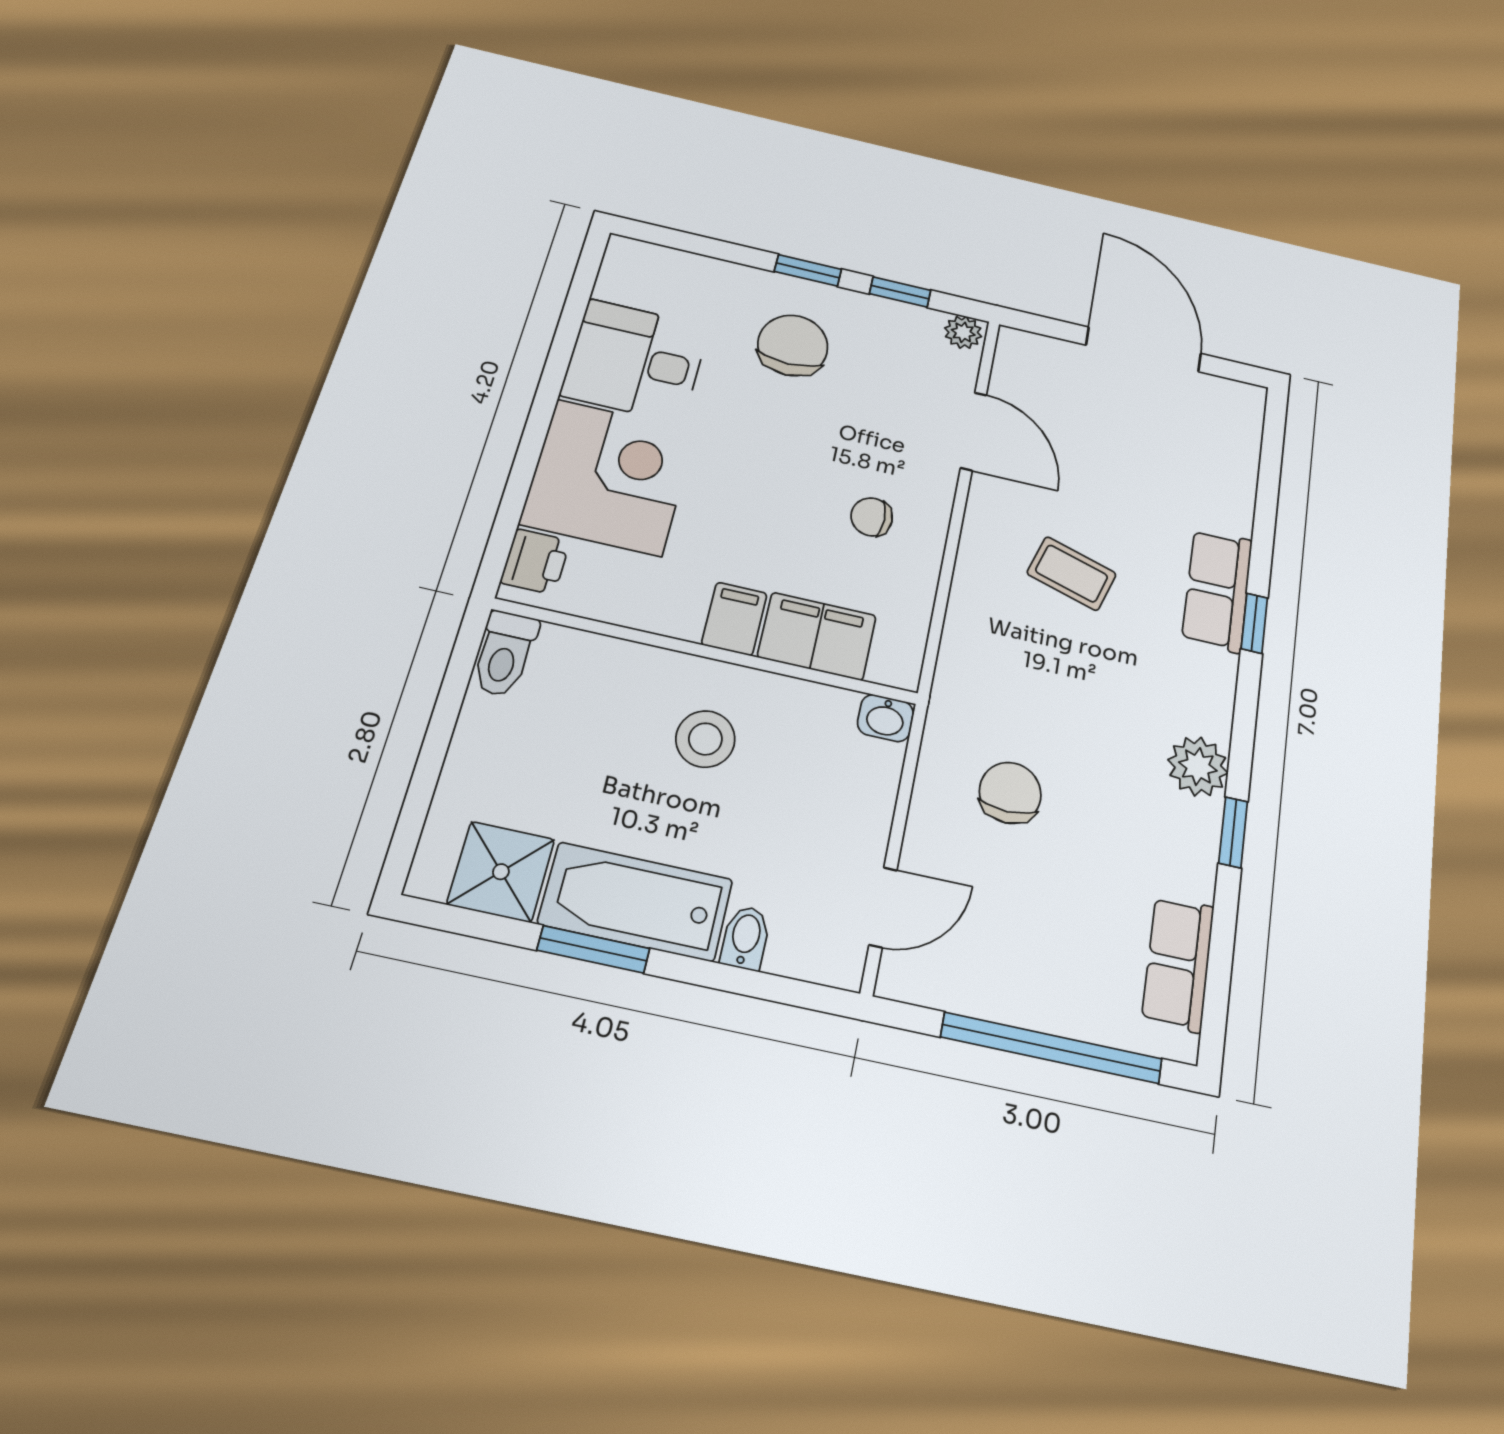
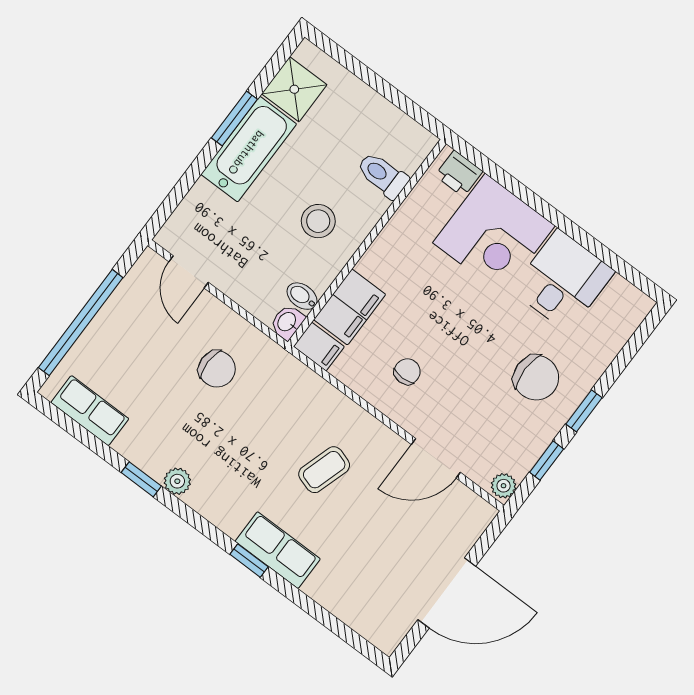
filing cabinet: (734, 619) -> (319, 347), moved
toilet: (505, 654) -> (383, 175), moved
plant: (1198, 766) -> (177, 481), width x0.73, depth x0.73
bidet: (745, 938) -> (302, 296), moved, turned 180

